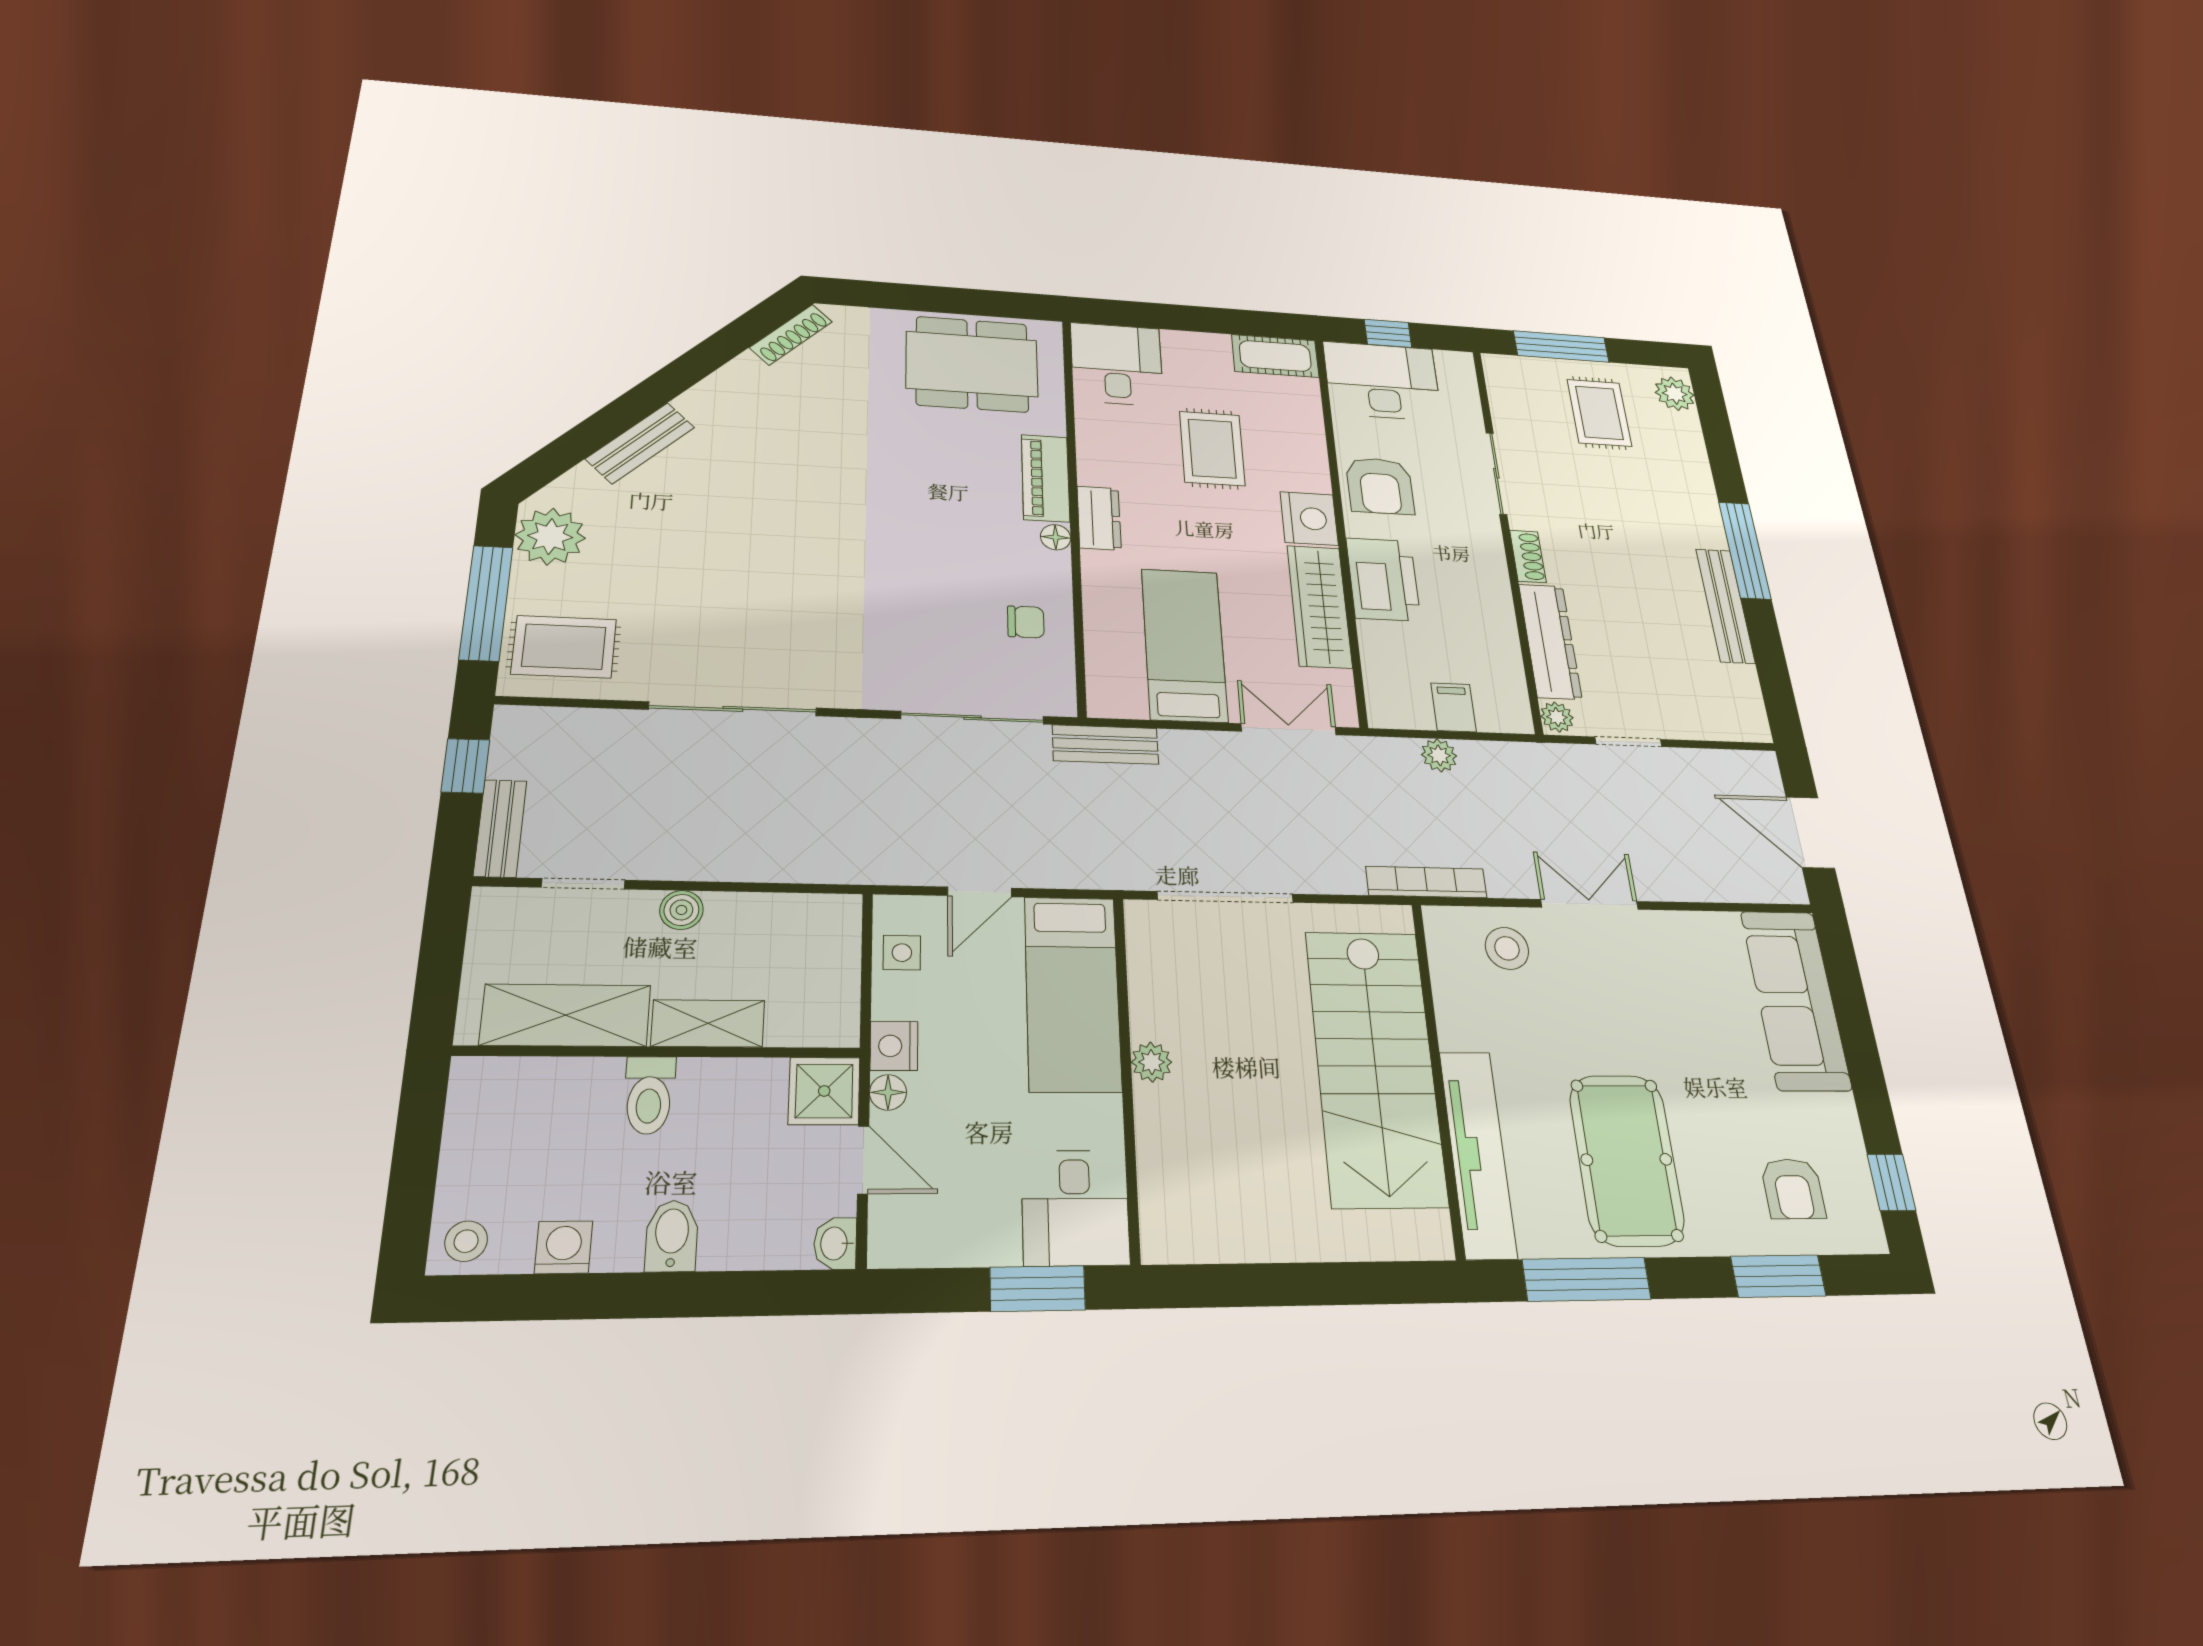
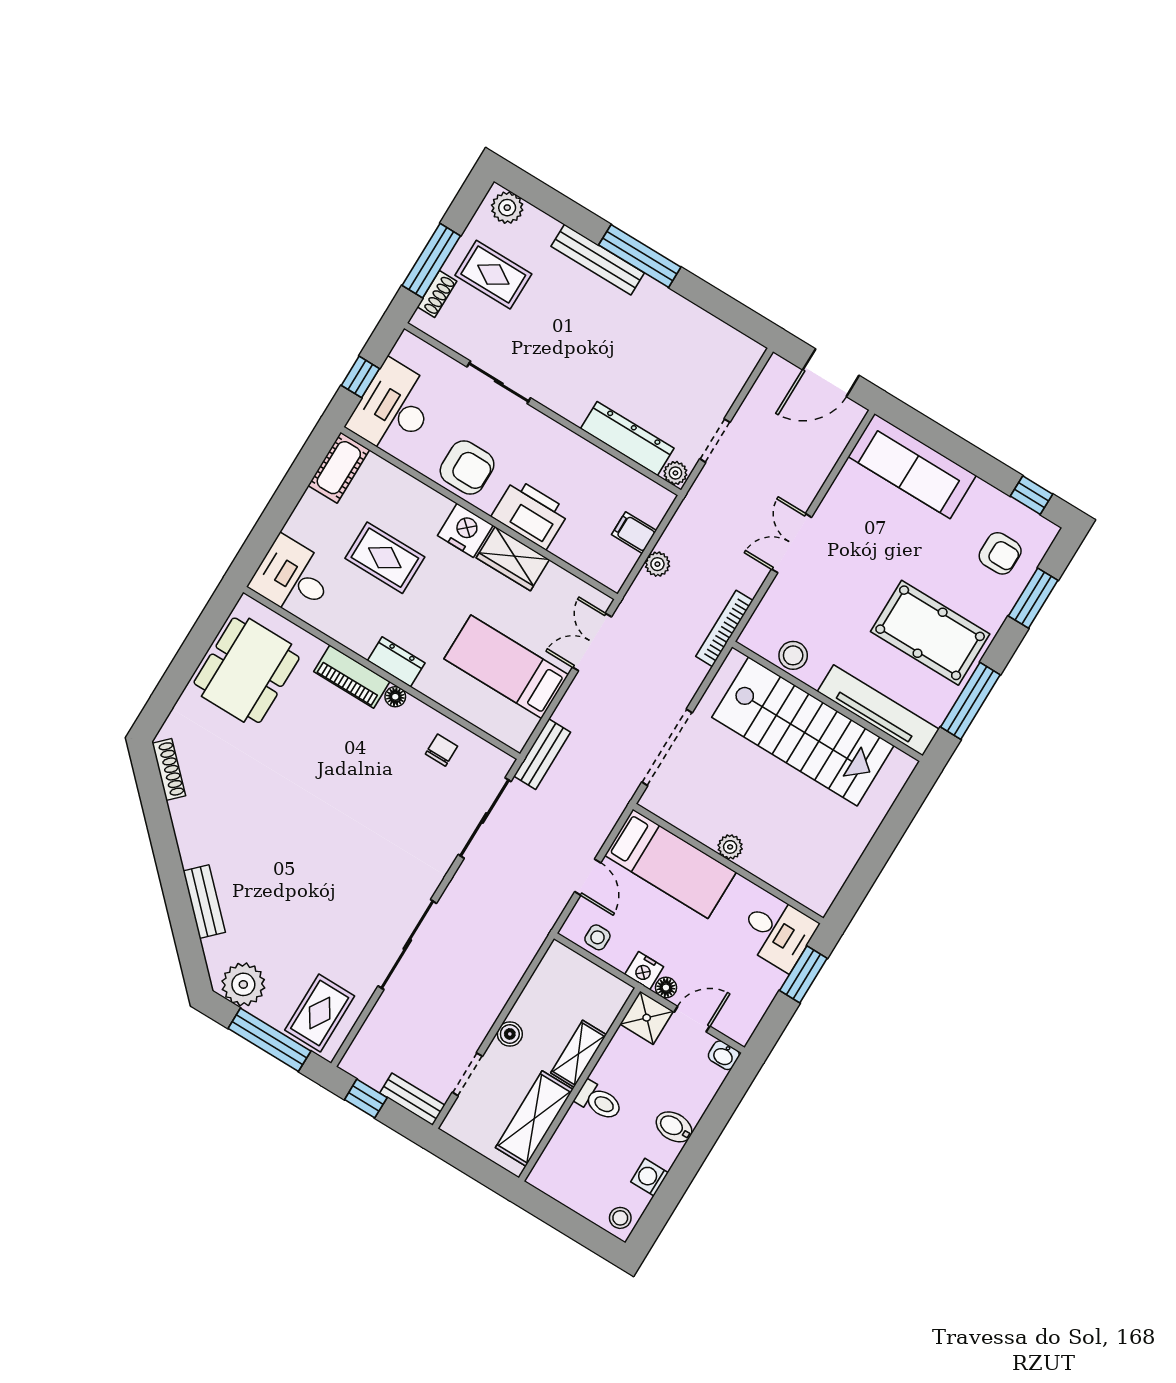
shoe rack: (1528, 556) -> (437, 294), moved, turned 90
wardrobe: (1319, 606) -> (513, 559), width x0.67
bench: (1725, 606) -> (598, 260), moved
stool: (1507, 948) -> (793, 655), moved

